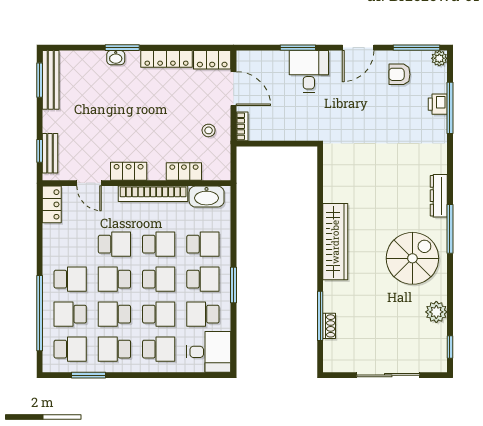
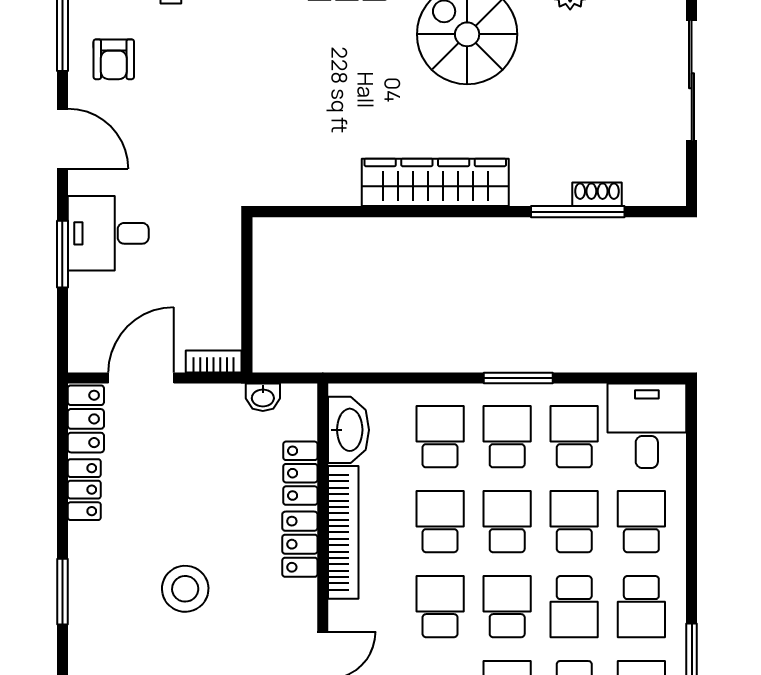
washbasin: (116, 58) -> (263, 397), moved, turned 90
locker: (167, 59) -> (84, 490), width x0.66
stool: (209, 130) -> (185, 589), moved, width x1.89, depth x1.89
locker: (129, 171) -> (300, 544), moved
school desk: (114, 279) -> (507, 607), turned 180
school desk: (203, 314) -> (574, 437), turned 180

